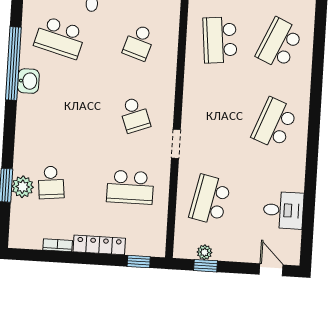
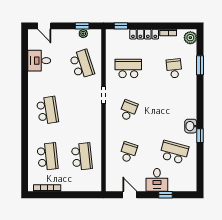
school desk: (279, 44) -> (47, 157), turned -30
window: (13, 64) -> (200, 136), width x0.32
school desk: (135, 115) -> (128, 110), turned 42
school desk: (275, 123) -> (47, 110), turned -30
plant: (23, 187) -> (190, 38), moved
school desk: (210, 200) -> (82, 64), turned -30

